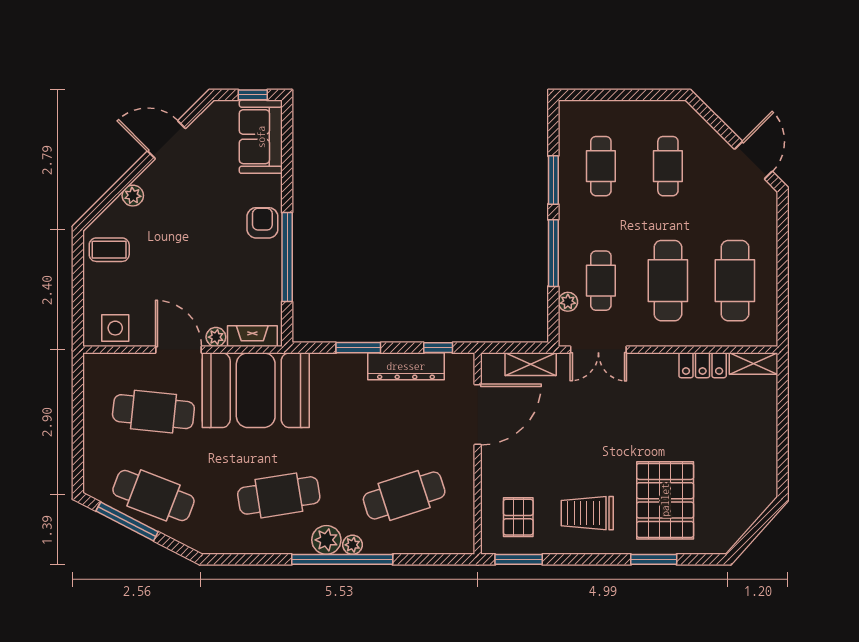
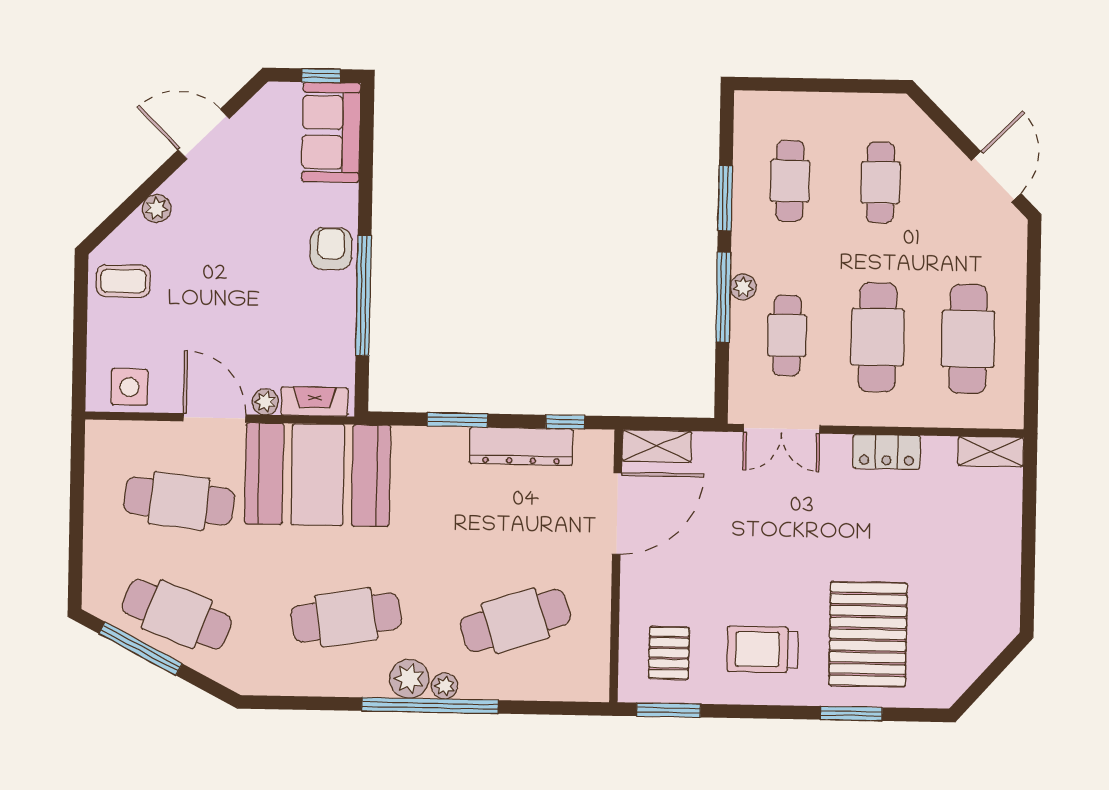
plant: (568, 302) -> (743, 287), moved
shelving: (531, 364) -> (657, 446), moved
locker: (703, 365) -> (887, 452), moved

